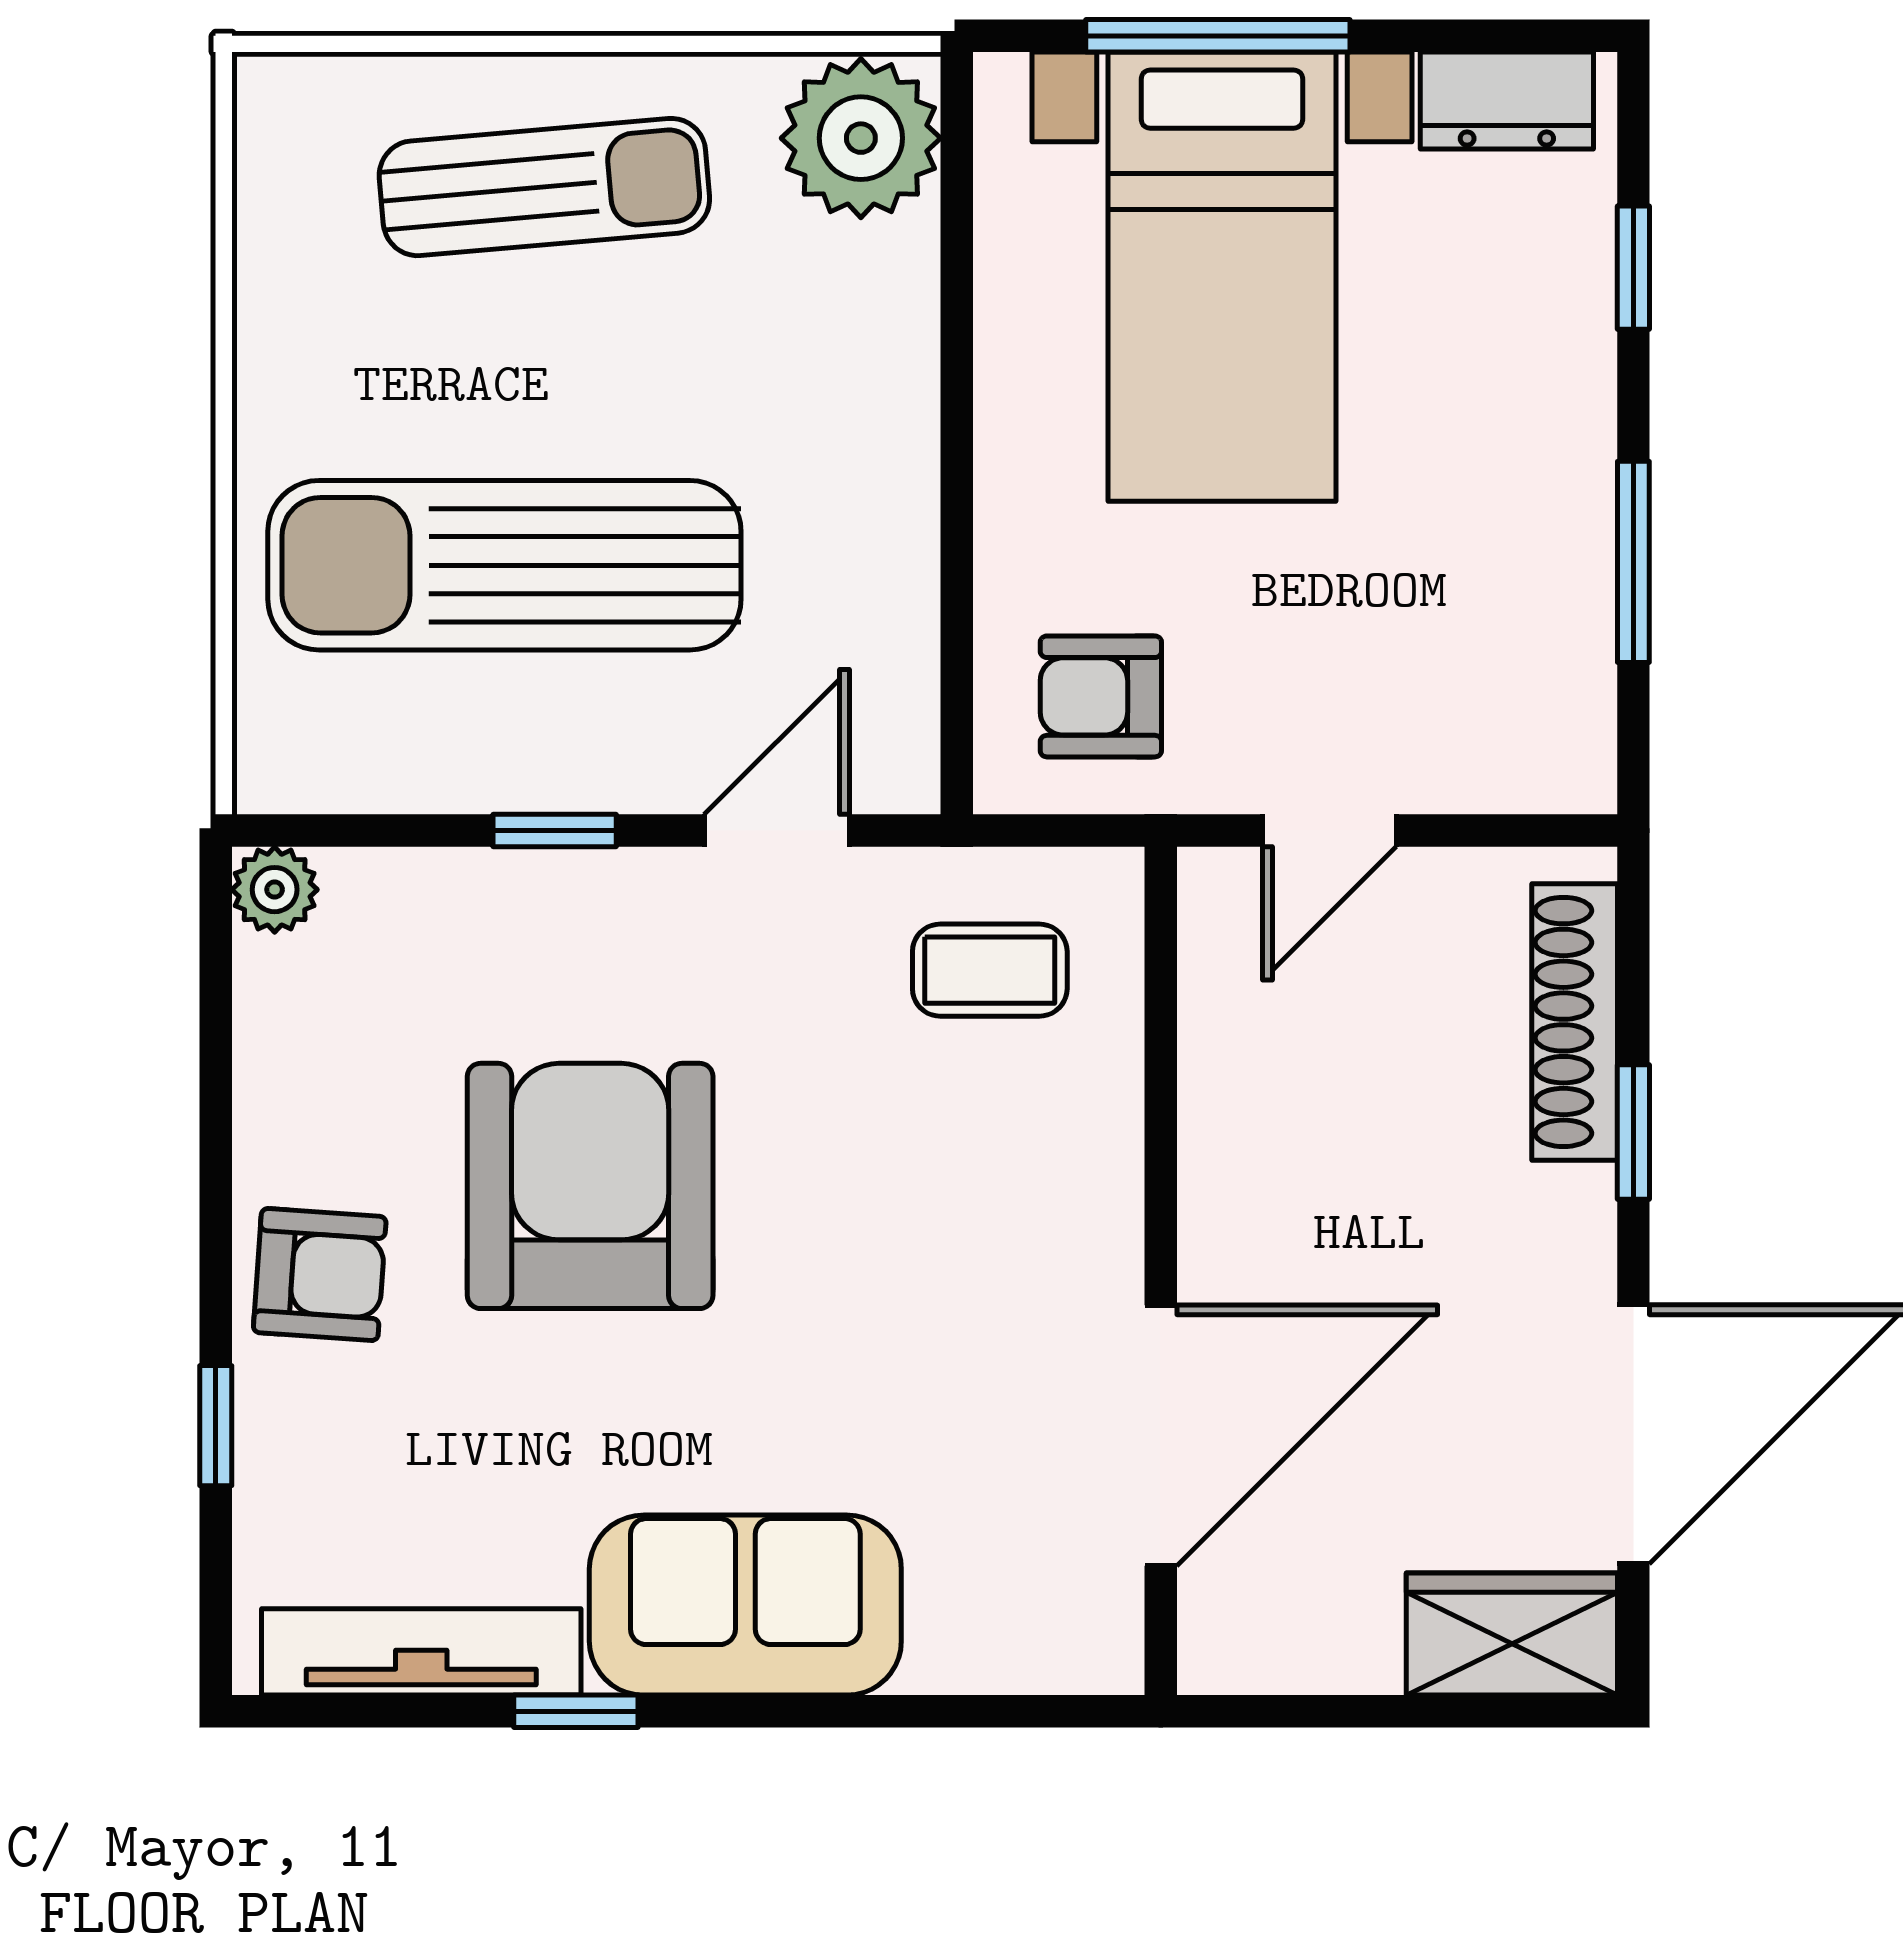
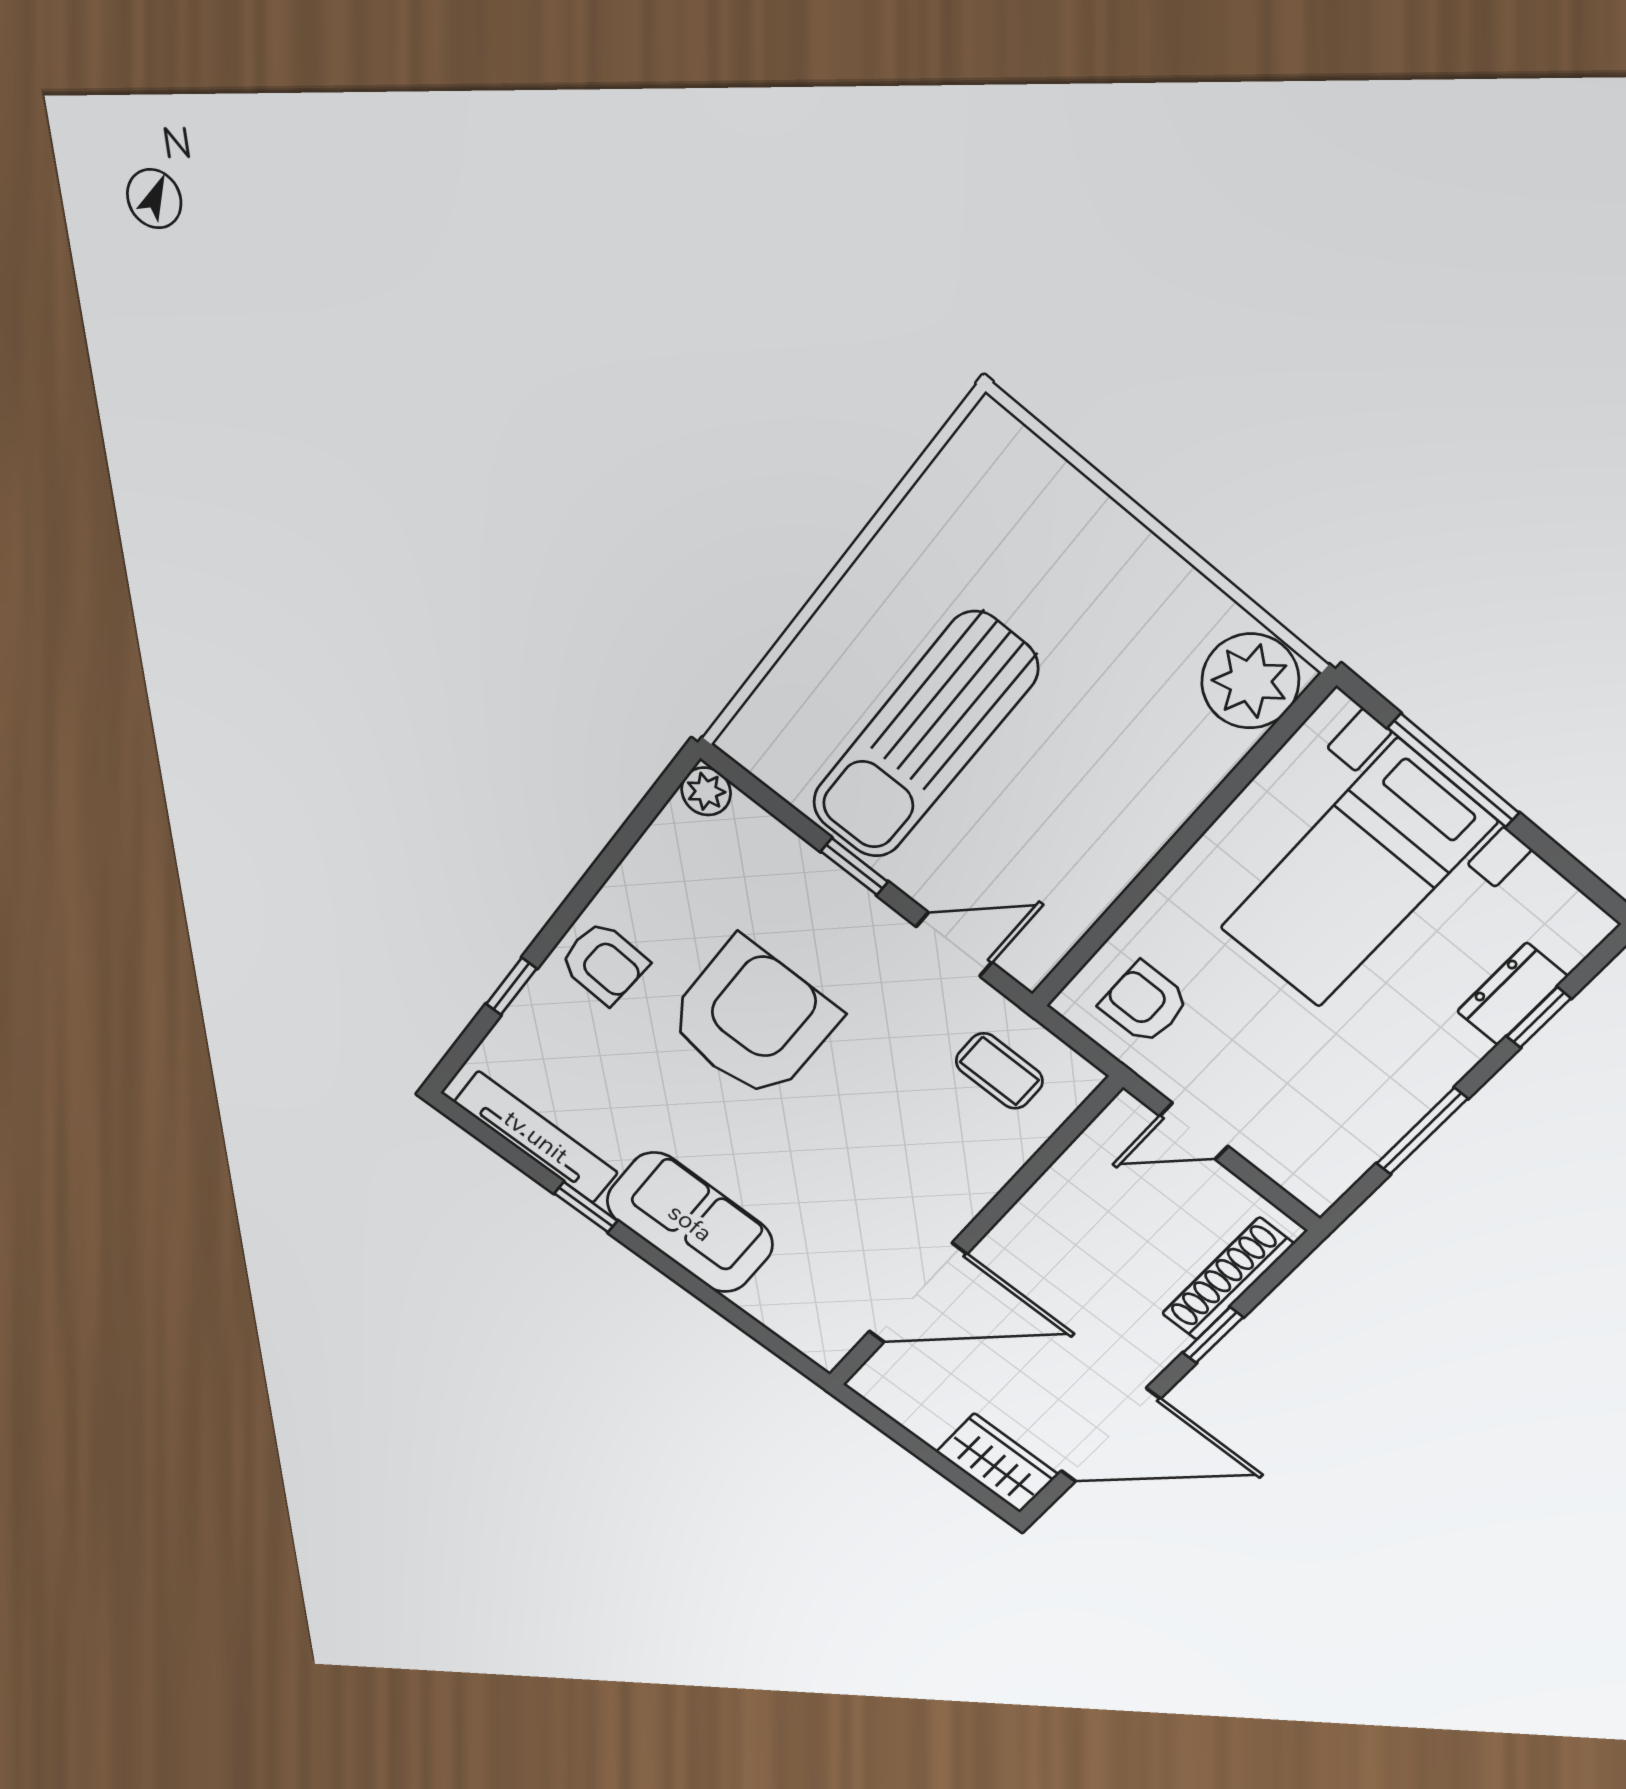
dresser: (1507, 101) -> (1512, 994), moved, turned 90
sun lounger: (544, 187) -> (1084, 581), removed
sun lounger: (504, 565) -> (924, 736), turned -90

